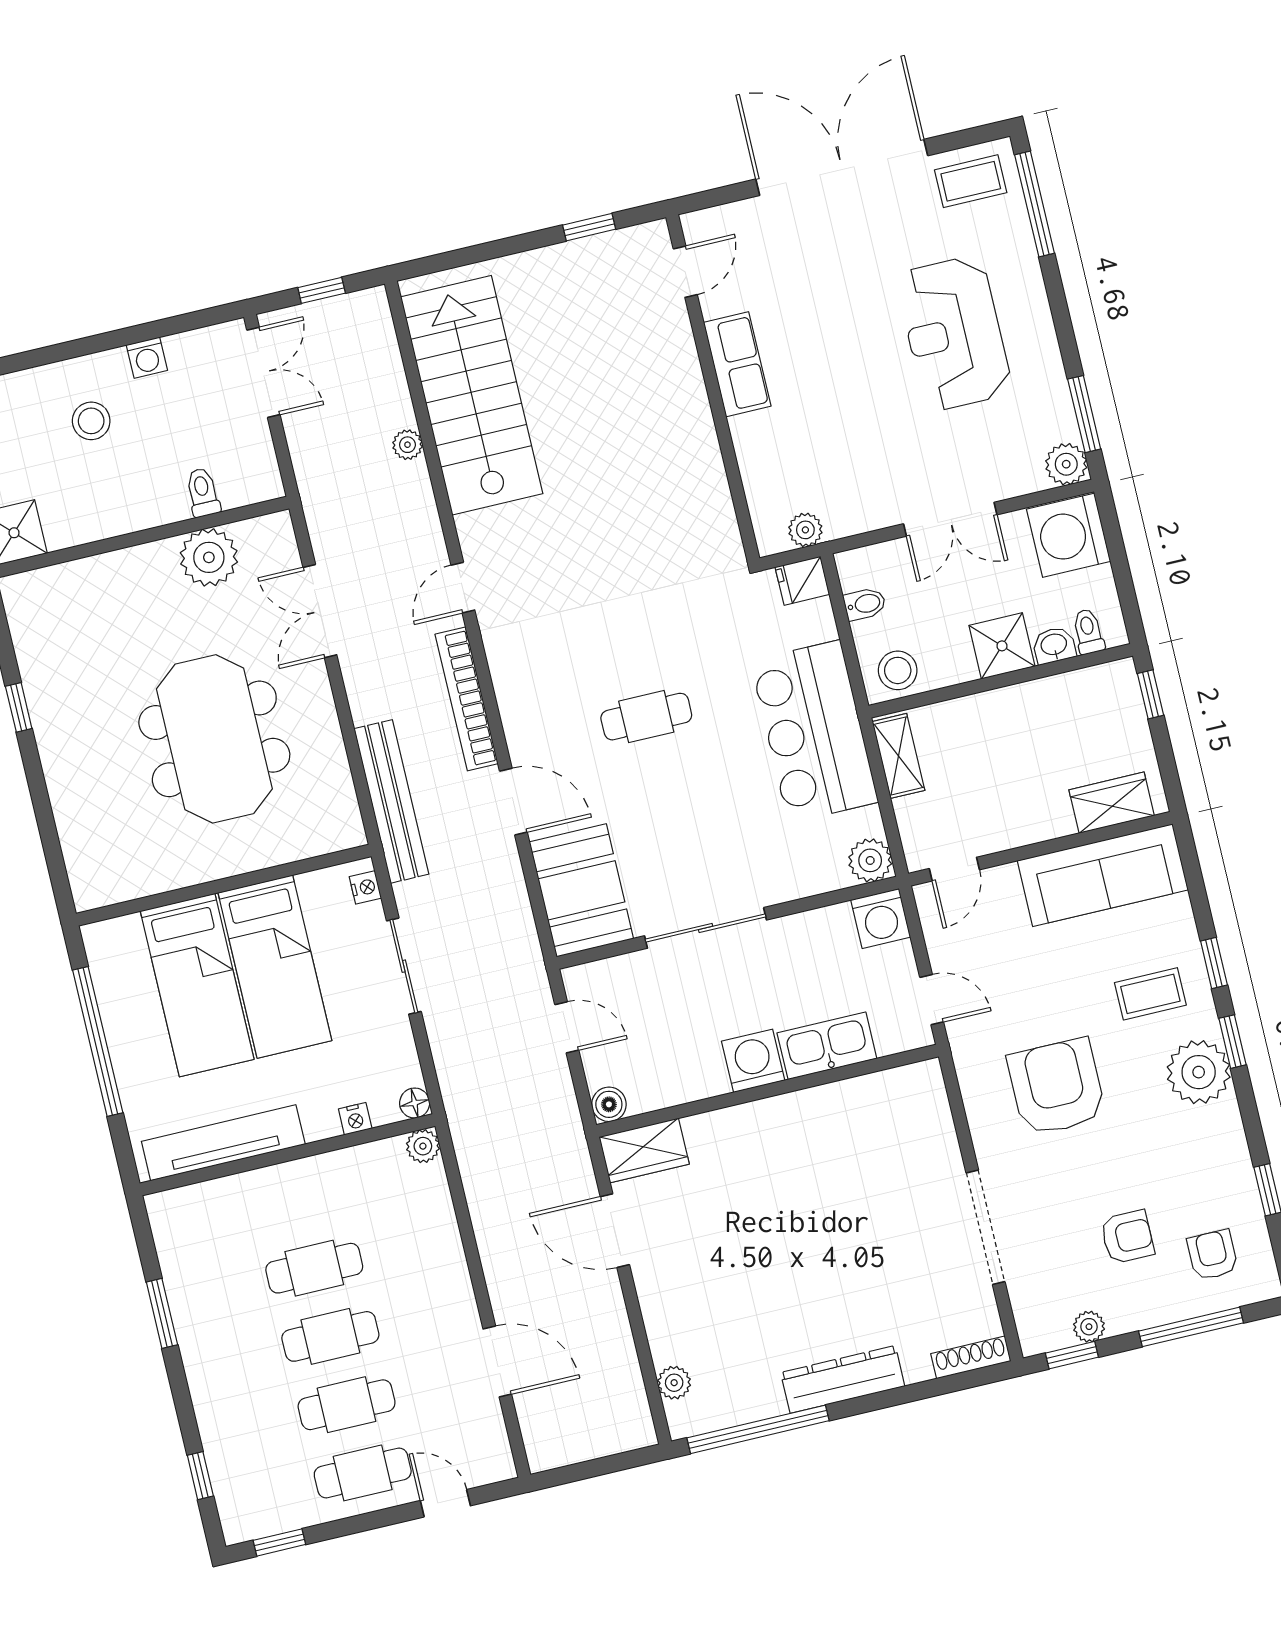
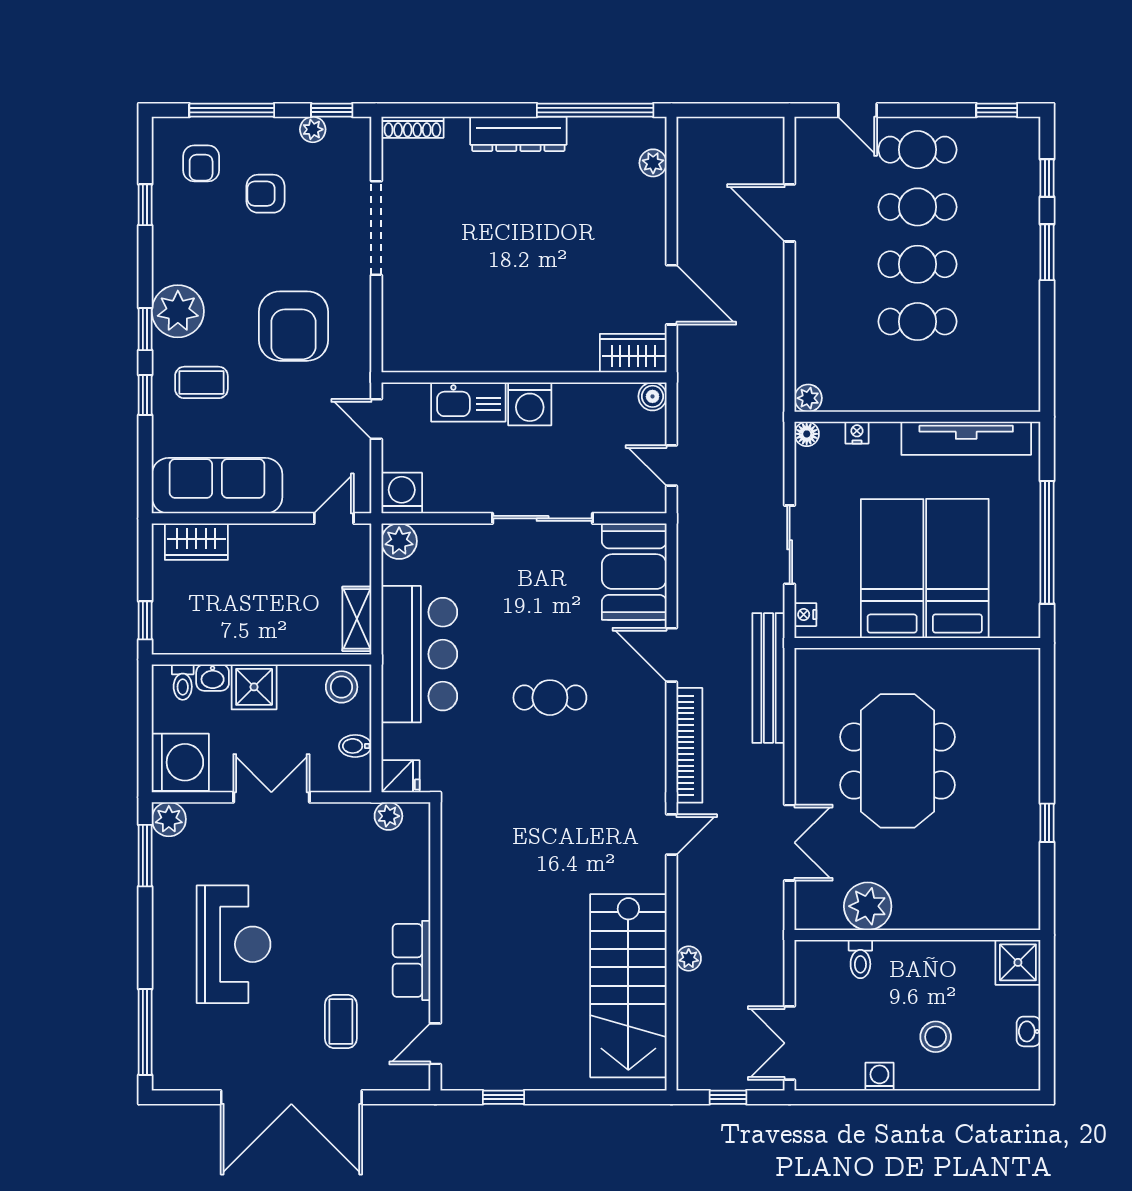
coffee table: (971, 181) -> (341, 1022), moved, turned 90
window: (162, 1313) -> (1047, 252), moved

